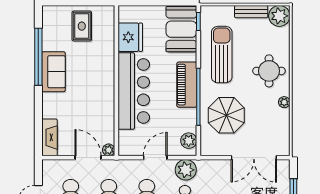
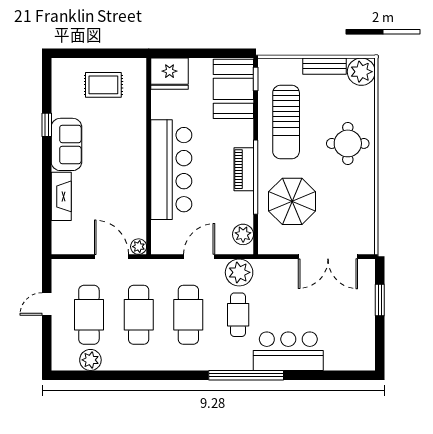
rug: (82, 26) -> (103, 85), turned 90
fridge: (130, 37) -> (170, 74), moved, turned 90
sun lounger: (222, 55) -> (286, 122), turned 180
window: (38, 57) -> (47, 125), width x0.32
piano: (187, 85) -> (244, 169), width x0.73, depth x0.75
plant: (284, 102) -> (368, 184), removed
fireplace: (49, 137) -> (61, 196), moved

